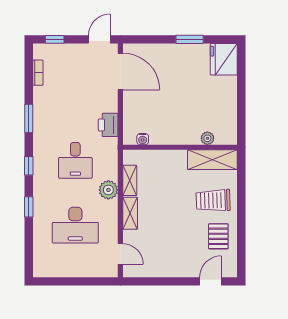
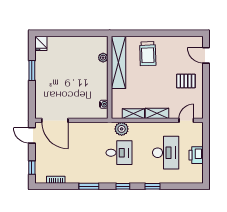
fridge: (224, 59) -> (41, 43), width x0.53, depth x0.75
door: (120, 71) -> (55, 120), swing flipped
printer: (108, 125) -> (196, 155), moved, turned 90
shelving: (212, 160) -> (118, 62), width x1.47
plant: (108, 190) -> (122, 129), moved
pallet: (218, 236) -> (186, 81), moved

